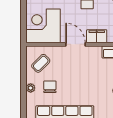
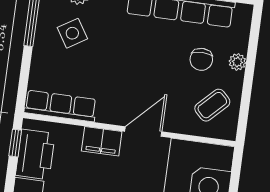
door: (75, 44) -> (143, 131), swing flipped

